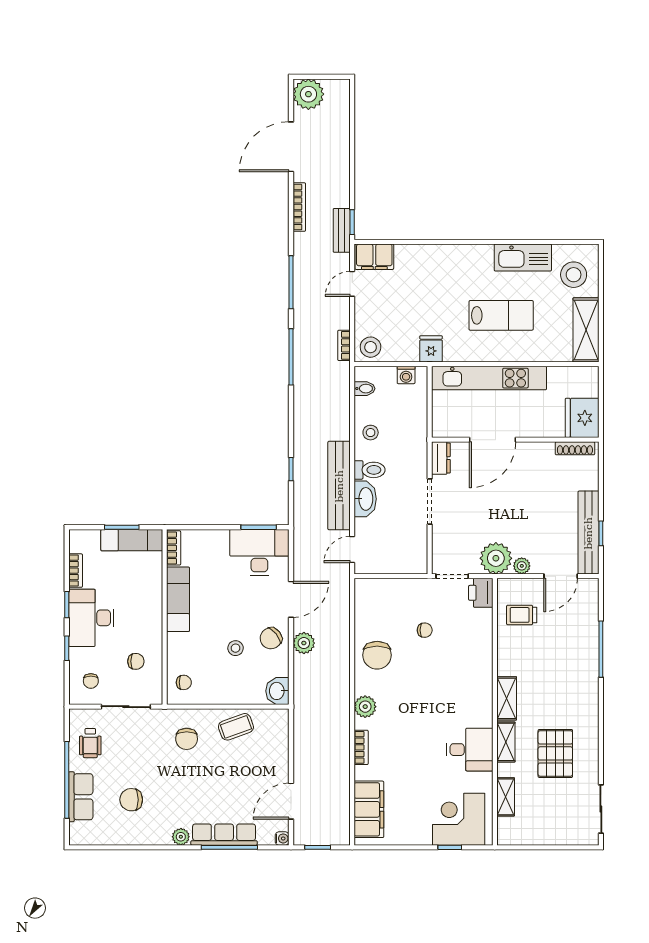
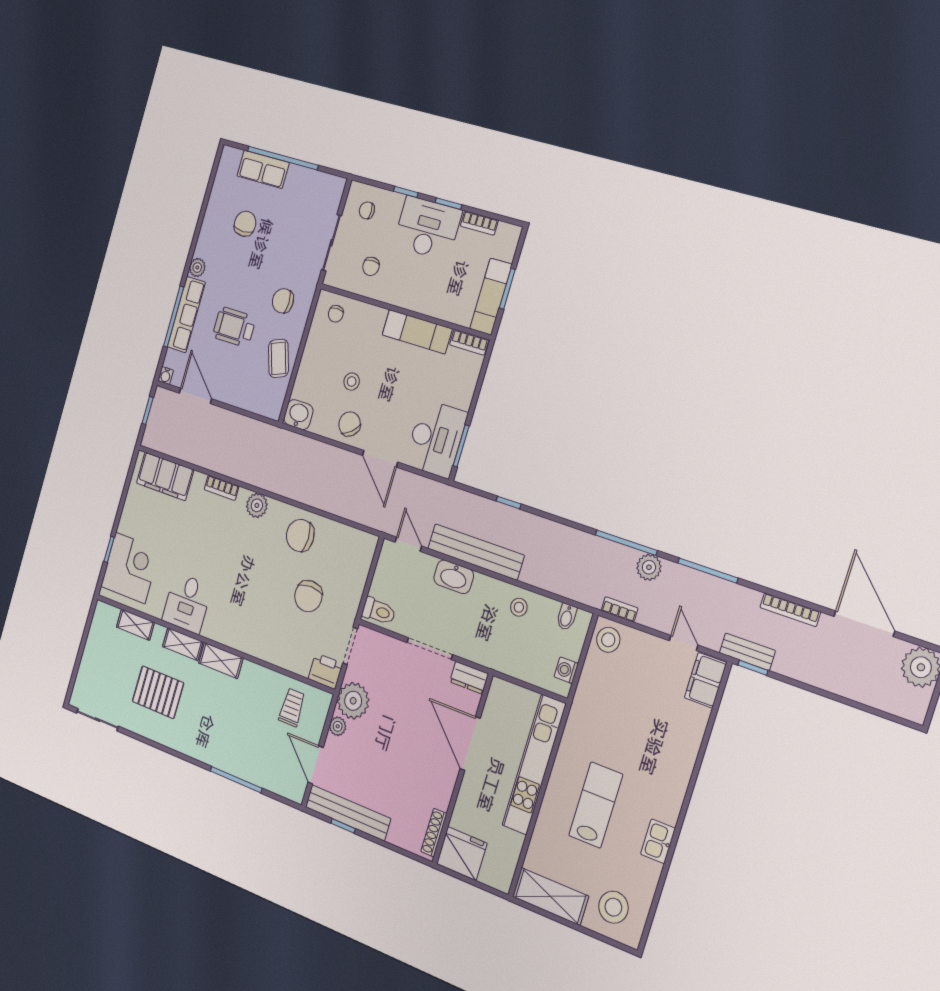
kitchen sink: (523, 258) -> (658, 841), width x0.53, depth x0.81
lab bench: (501, 315) -> (596, 805), turned 180
fridge: (431, 349) -> (585, 710), removed
toilet: (370, 470) -> (379, 611), moved, turned -90
chair: (425, 630) -> (308, 596), width x1.87, depth x1.87
plant: (304, 643) -> (649, 567), moved
wheelchair: (90, 743) -> (234, 327), moved, width x1.36, depth x1.37

